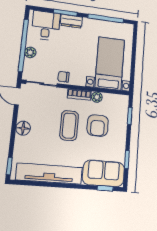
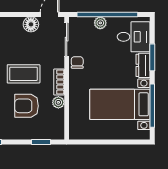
bed with nightstands: (110, 63) -> (120, 104), moved, turned 180
floor lamp: (23, 128) -> (31, 24), moved

